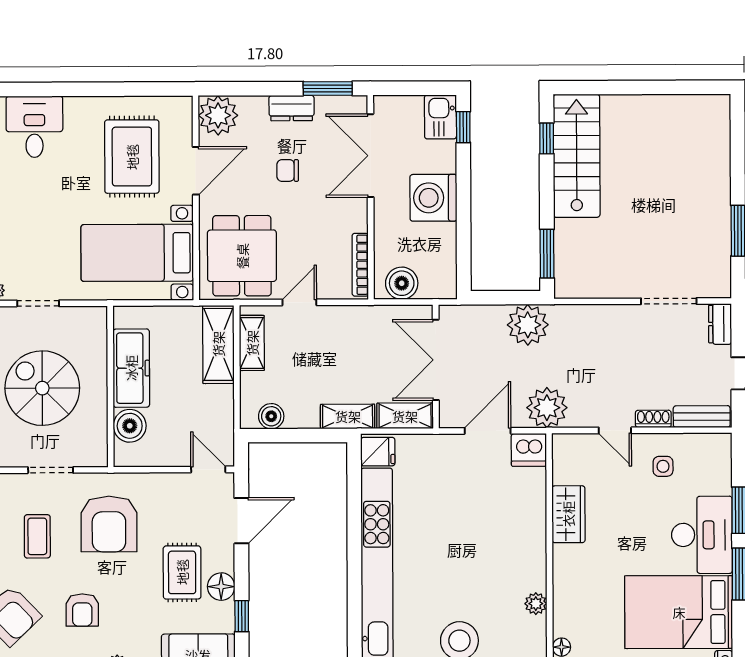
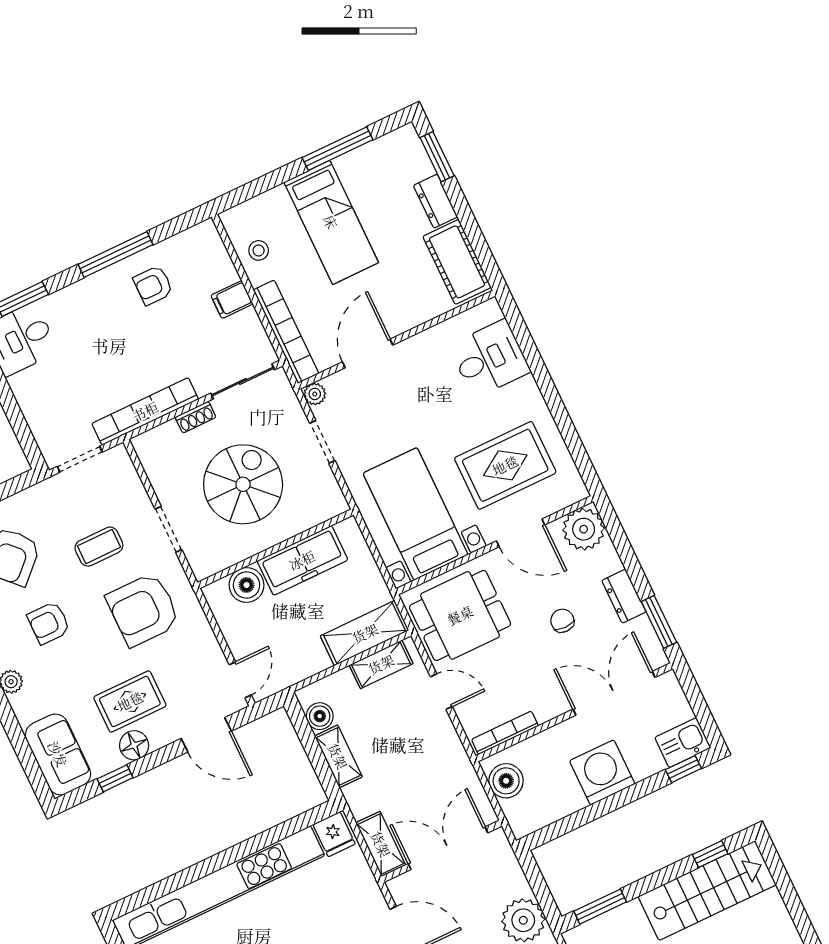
shelving: (348, 416) -> (338, 756), moved

